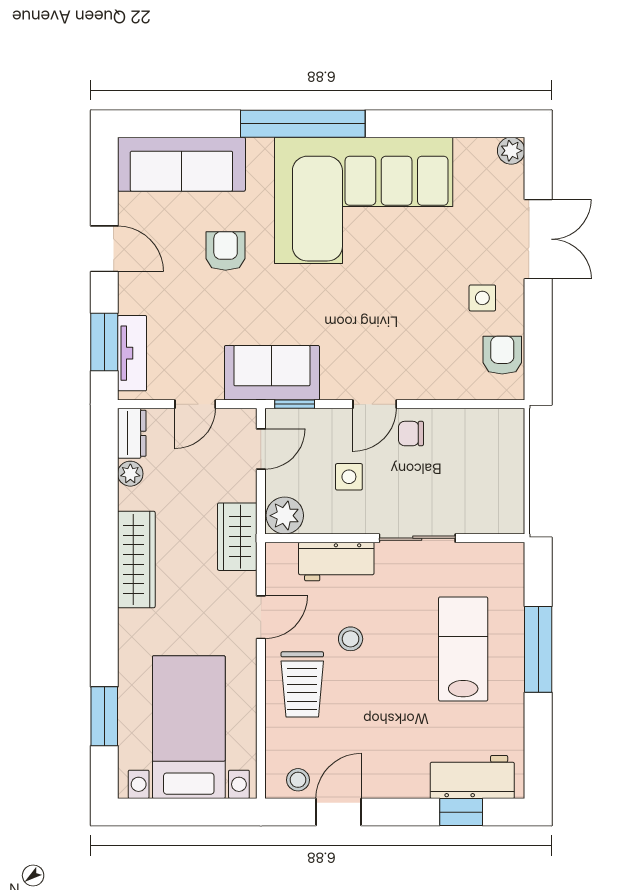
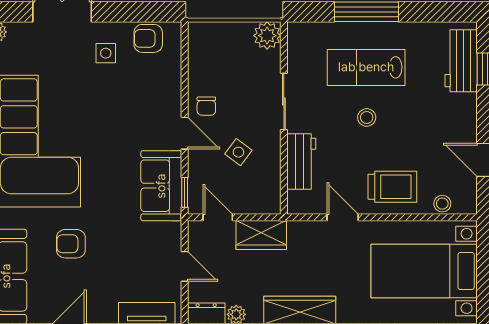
sofa: (272, 373) -> (161, 186), moved
side table: (349, 477) -> (238, 152), turned 37
plant: (285, 516) -> (267, 36), moved
wardrobe: (237, 537) -> (261, 235), moved
stool: (351, 639) -> (367, 117), moved
stool: (298, 780) -> (442, 204), moved

